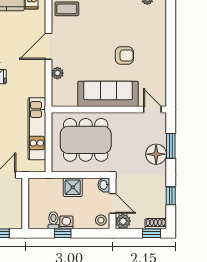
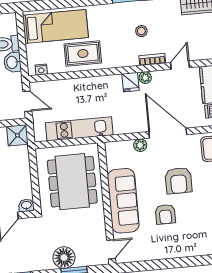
armchair: (94, 40) -> (178, 181), added
door: (48, 46) -> (168, 133), width x1.36
shower: (73, 187) -> (17, 135), moved

